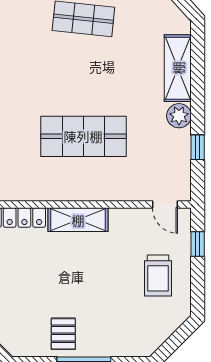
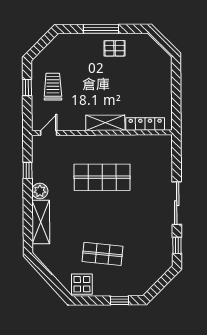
door: (165, 205) -> (49, 133), hinge flipped
window: (198, 244) -> (27, 87), moved
pallet: (63, 334) -> (115, 48), turned 90

